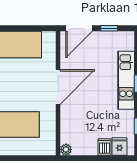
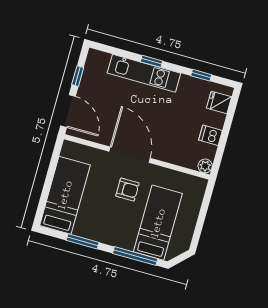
armchair: (30, 93) -> (127, 190), added
dishwasher: (104, 147) -> (210, 135), moved

